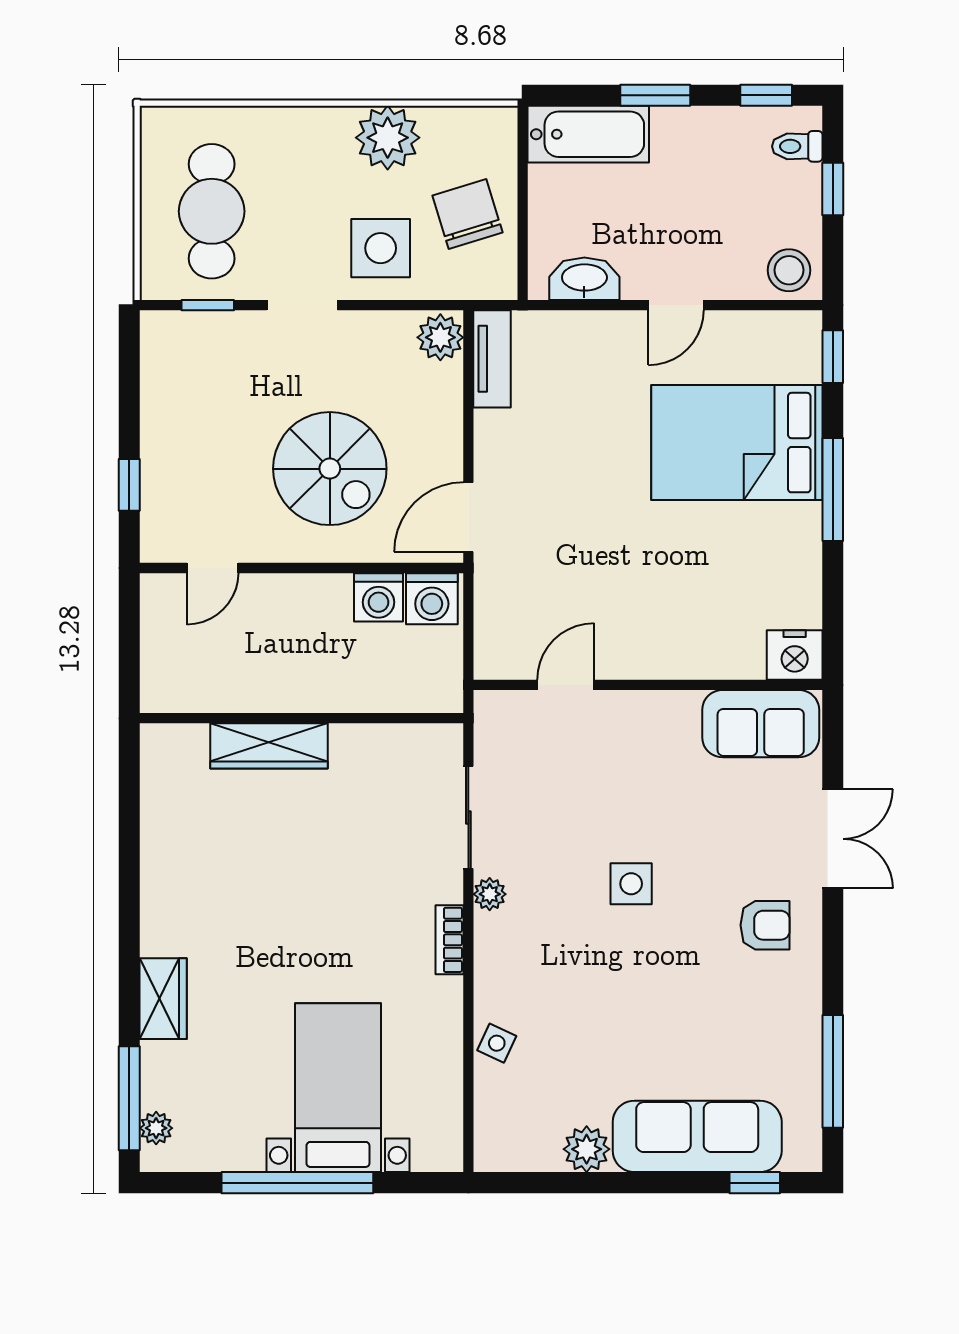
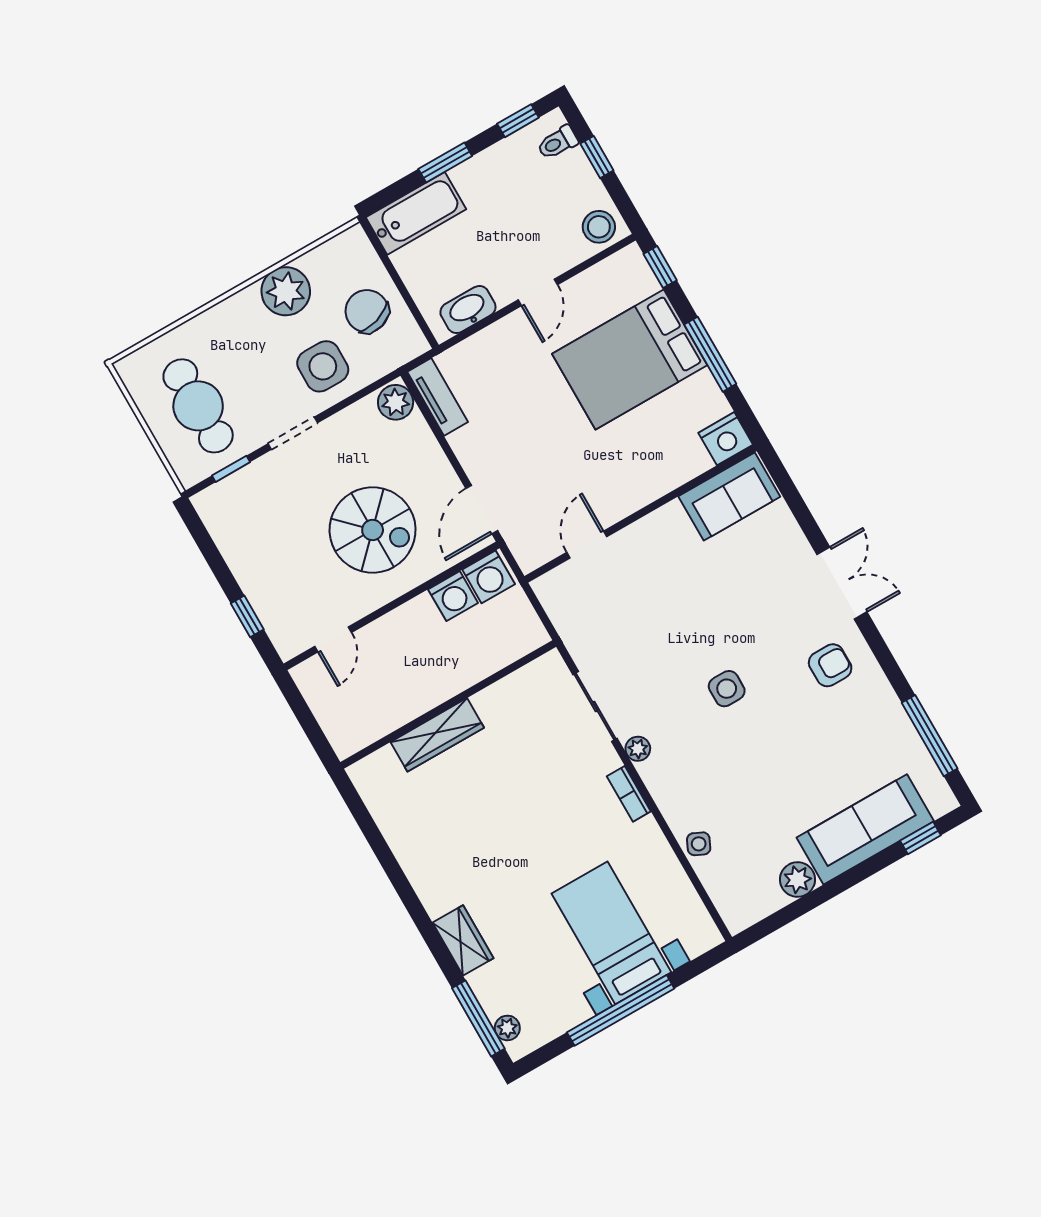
nightstand: (795, 655) -> (726, 439), moved
door: (566, 685) -> (587, 545), moved
wall: (648, 685) -> (641, 514), moved
sofa: (761, 724) -> (729, 496), moved

